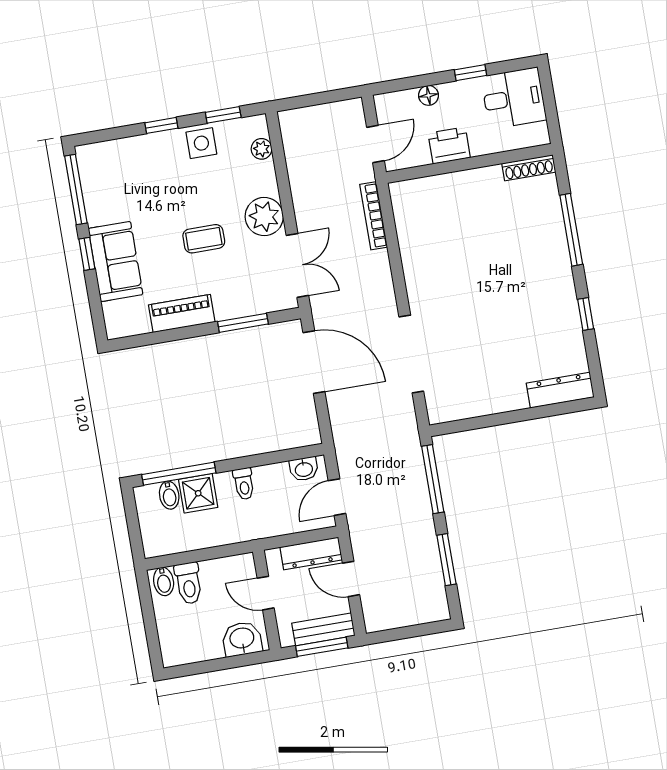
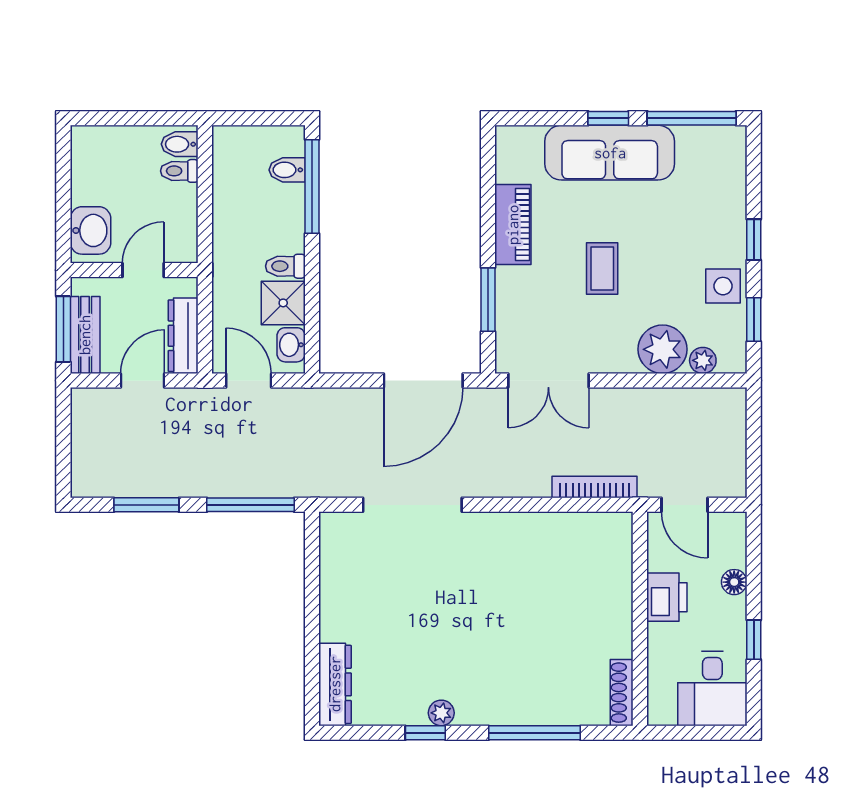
plant: (264, 216) -> (662, 349), moved
sofa: (116, 262) -> (610, 153), width x1.36
plant: (568, 304) -> (441, 713), added
shower: (198, 493) -> (283, 303), moved
toilet: (188, 583) -> (179, 171), width x0.73, depth x0.72

